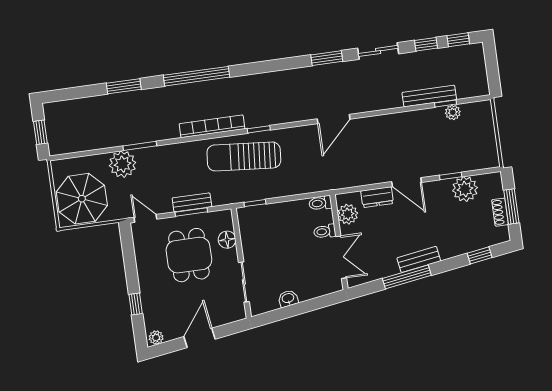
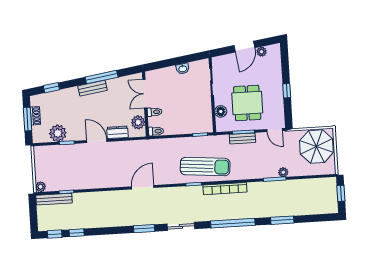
sliding door: (378, 51) -> (181, 226), moved
bench: (429, 96) -> (54, 199), moved
plant: (453, 112) -> (41, 187), moved
plant: (123, 164) -> (283, 172), width x0.53, depth x0.53
window: (136, 304) -> (287, 91), moved
plant: (156, 338) -> (262, 52), moved

